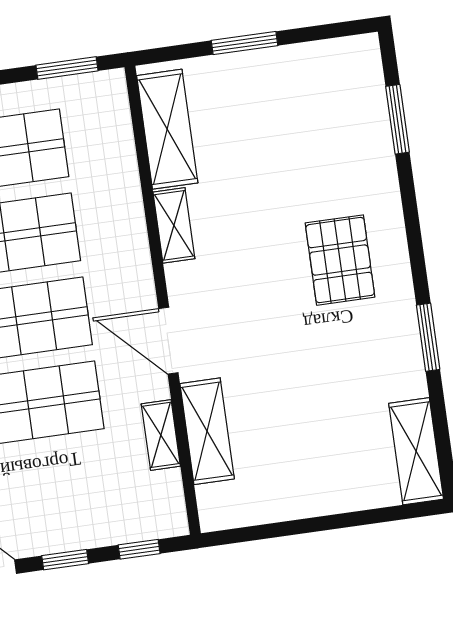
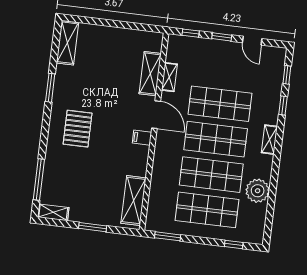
window: (397, 119) -> (39, 180), width x1.44
shelving: (174, 225) -> (53, 212), moved, turned 90
filing cabinet: (187, 279) -> (142, 138), added

